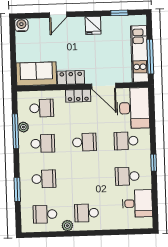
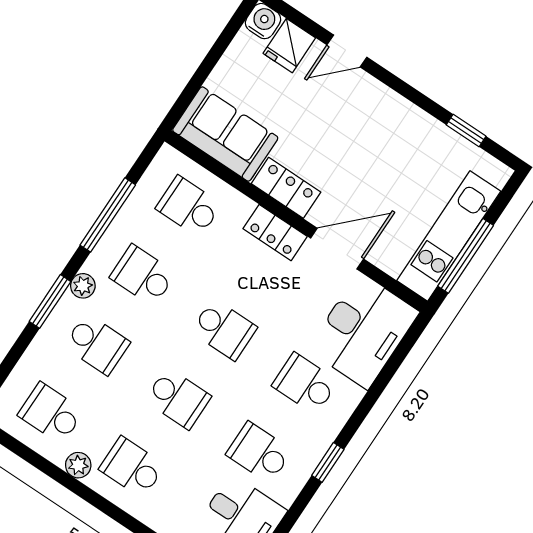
fridge: (93, 25) -> (289, 46), moved
door: (104, 86) -> (337, 249), swing flipped
school desk: (42, 108) -> (189, 206), turned 180
plant: (23, 127) -> (83, 286), moved
school desk: (43, 143) -> (143, 275), turned 180
school desk: (85, 178) -> (178, 398), added
window: (17, 190) -> (50, 301), moved

